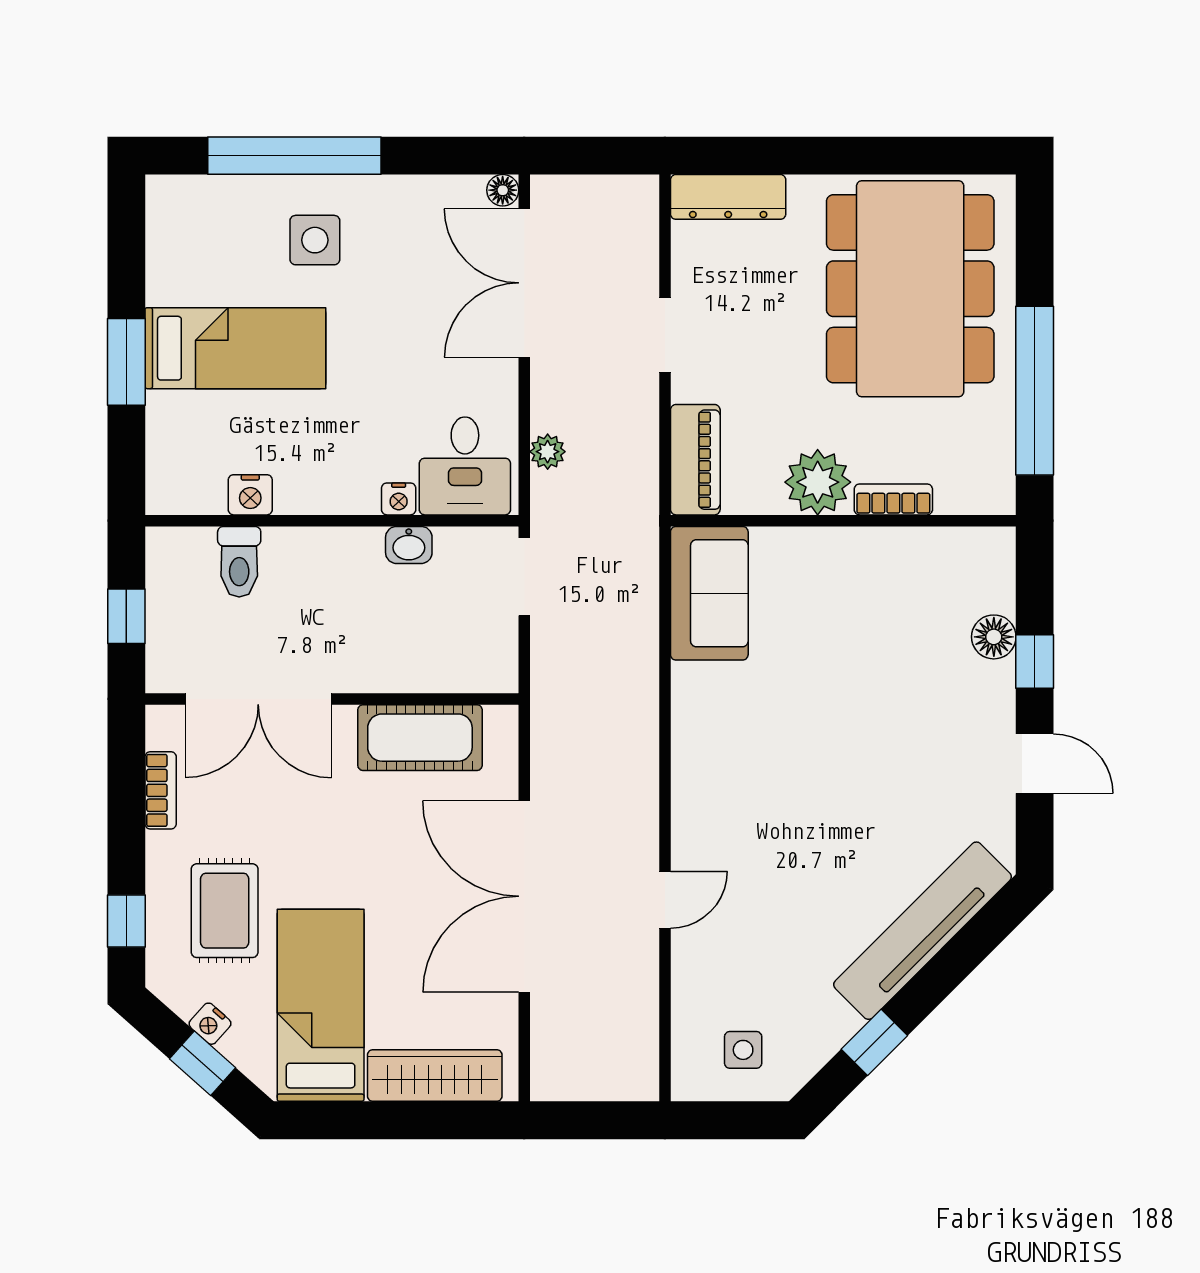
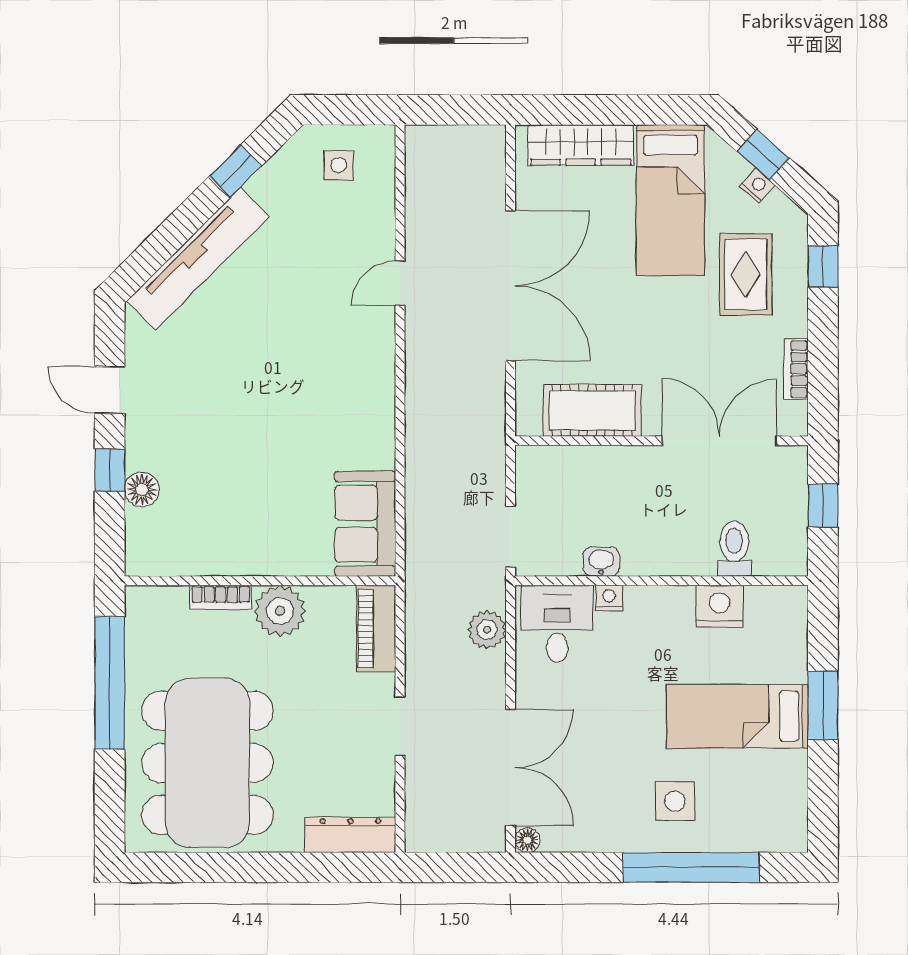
plant: (548, 452) -> (487, 630), width x1.38, depth x1.38
nightstand: (250, 495) -> (719, 606), width x1.36, depth x1.33

